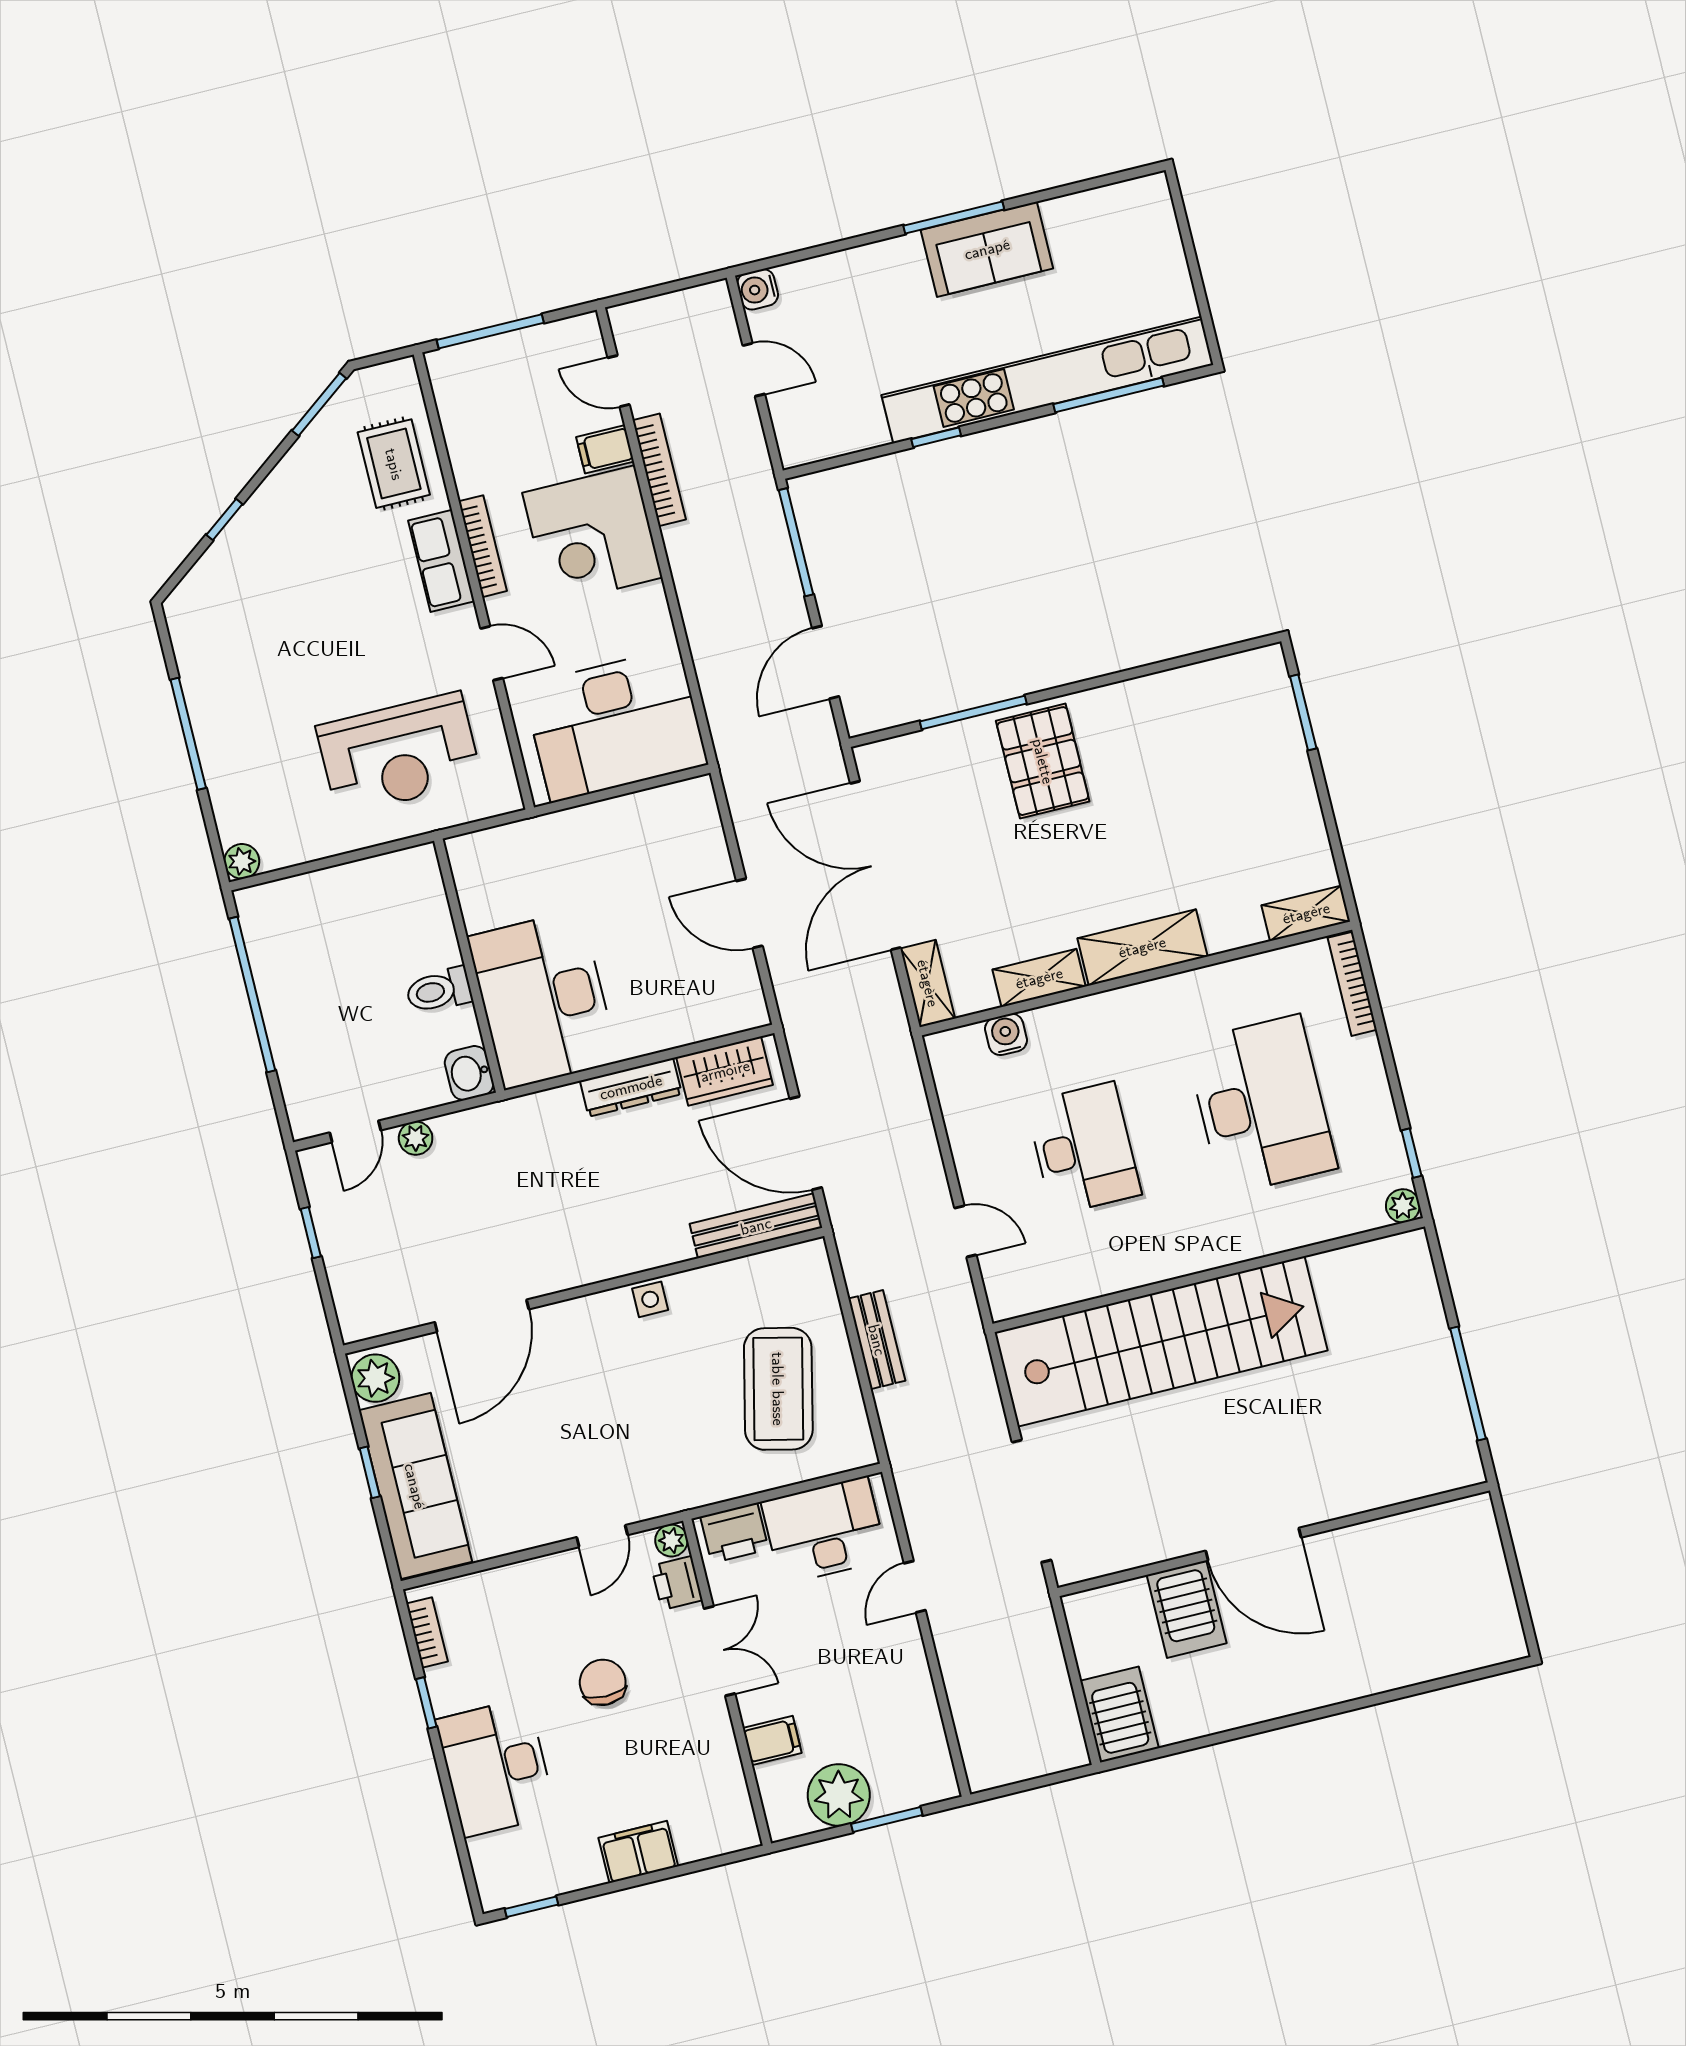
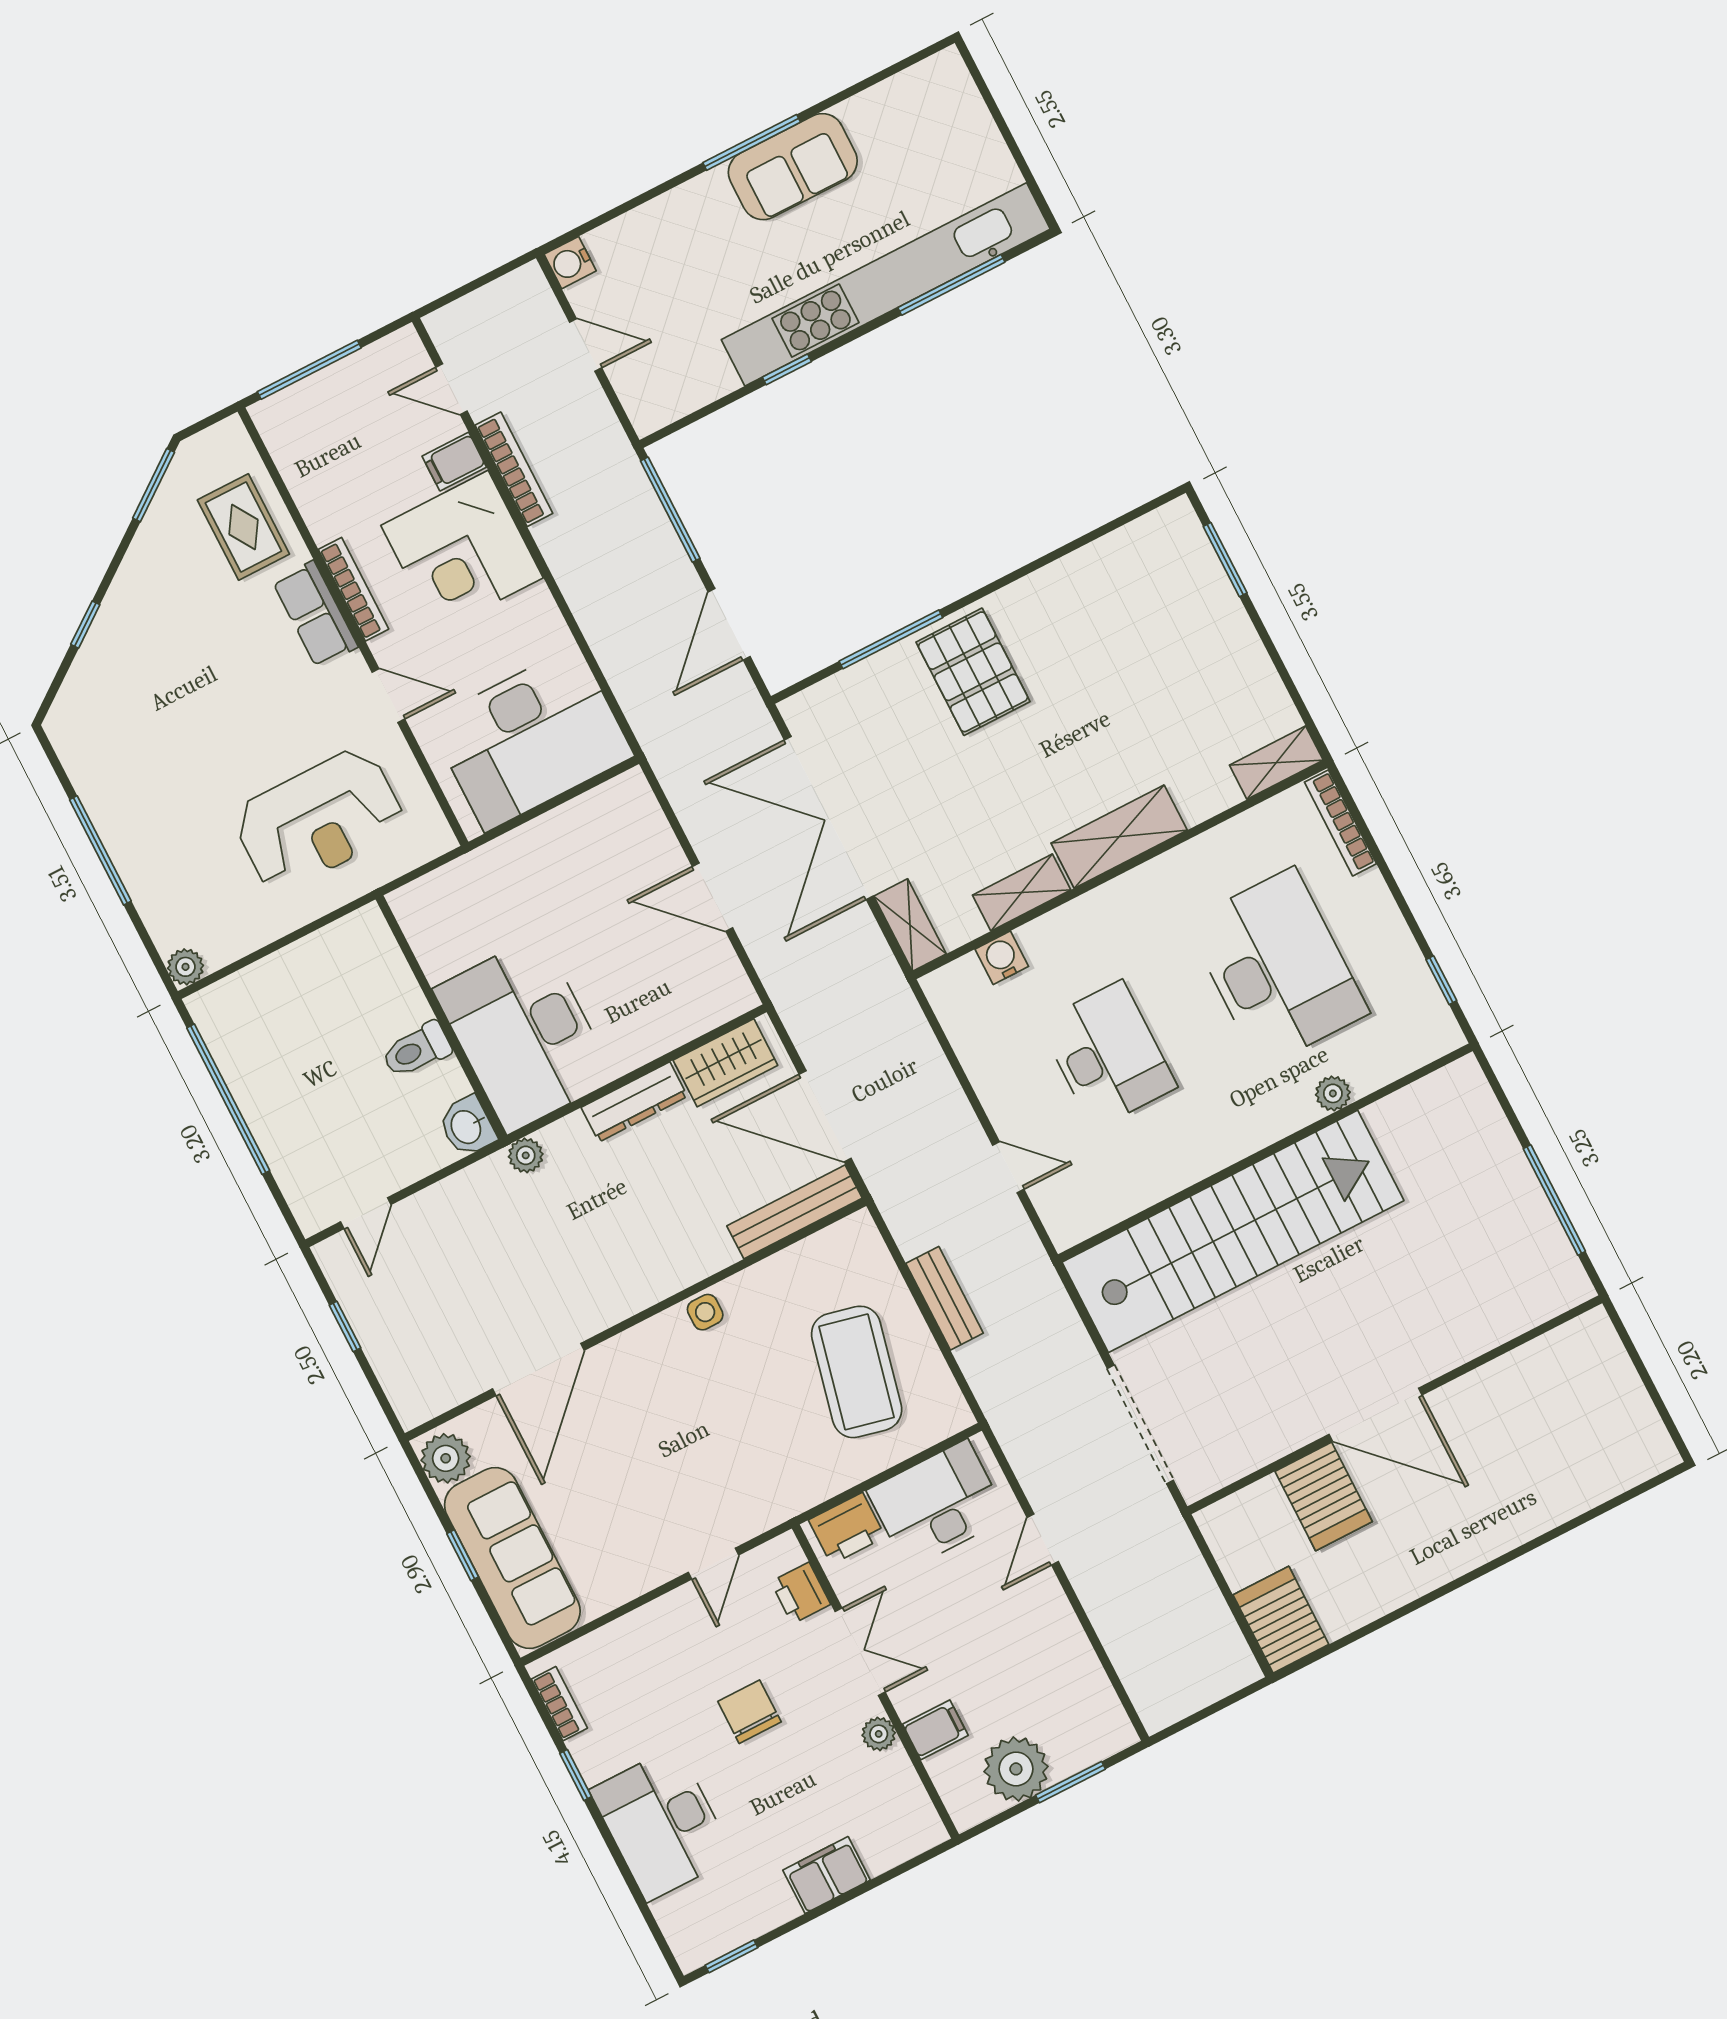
plant: (416, 1138) -> (526, 1155), moved
plant: (1403, 1206) -> (1333, 1093), moved
plant: (671, 1540) -> (879, 1734), moved

